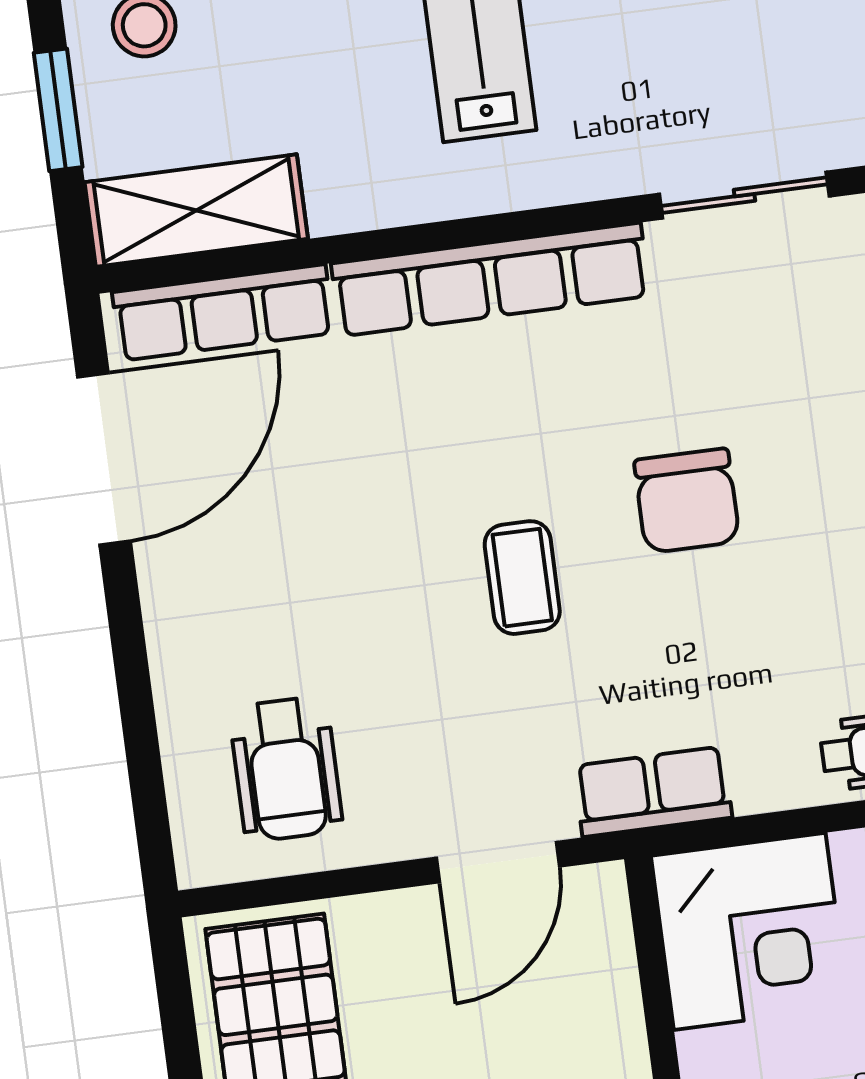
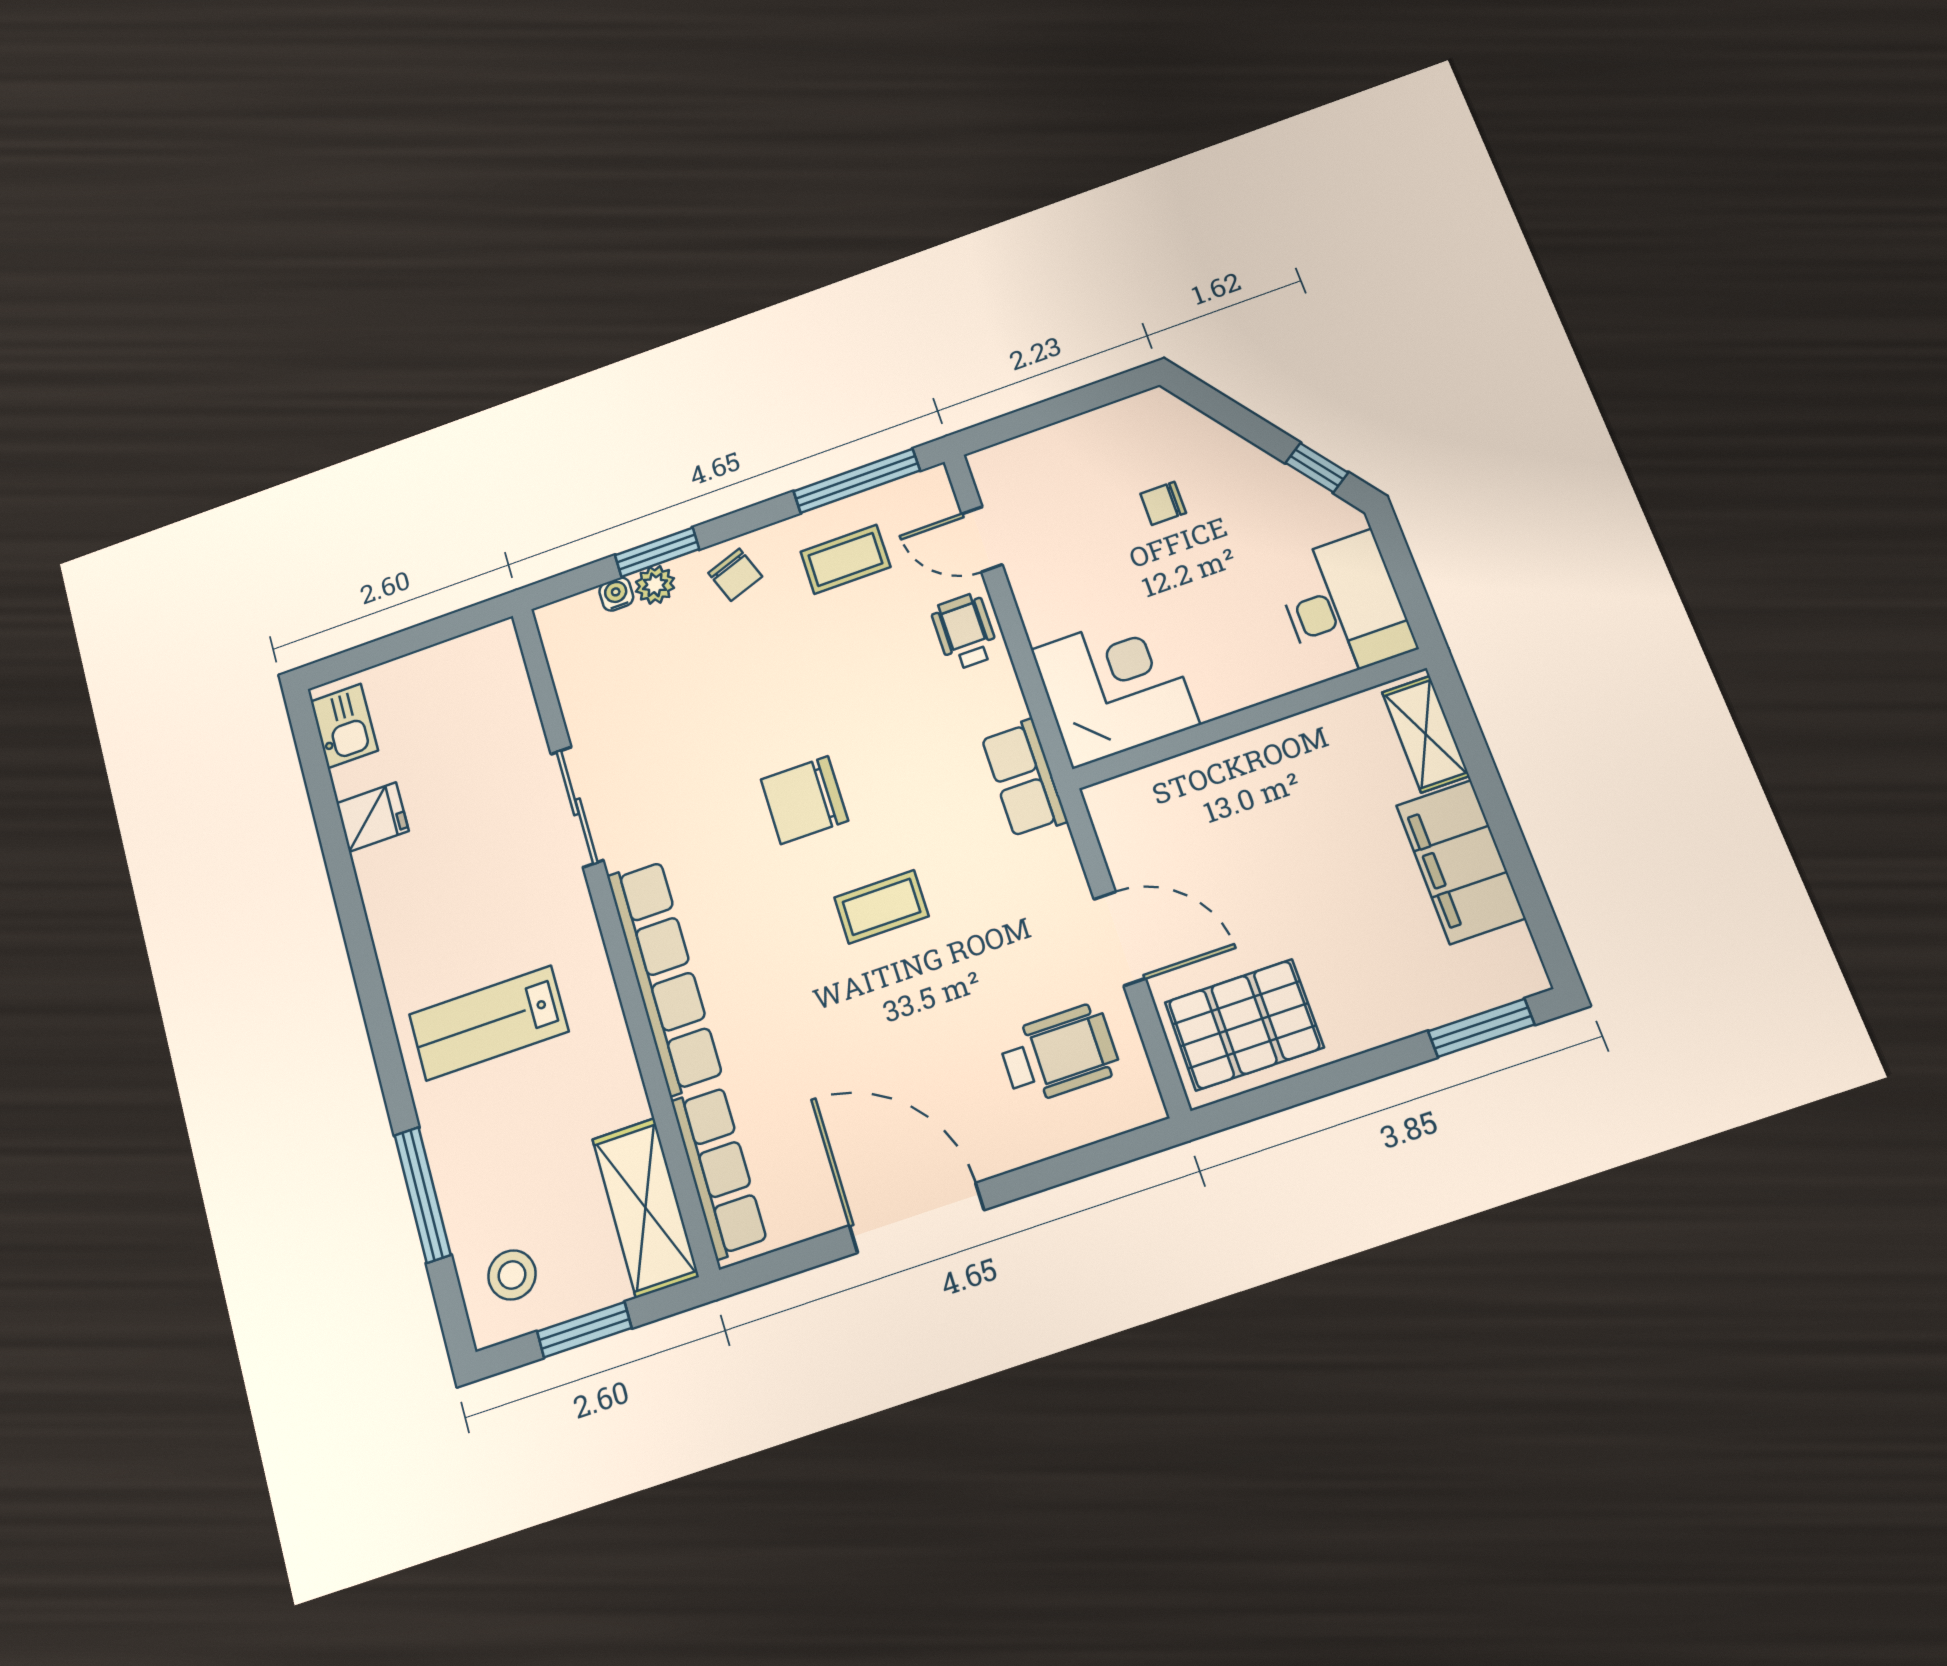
door: (104, 459) -> (917, 1218), moved
chair: (687, 501) -> (804, 800), turned 180
door: (498, 862) -> (1120, 939), moved

